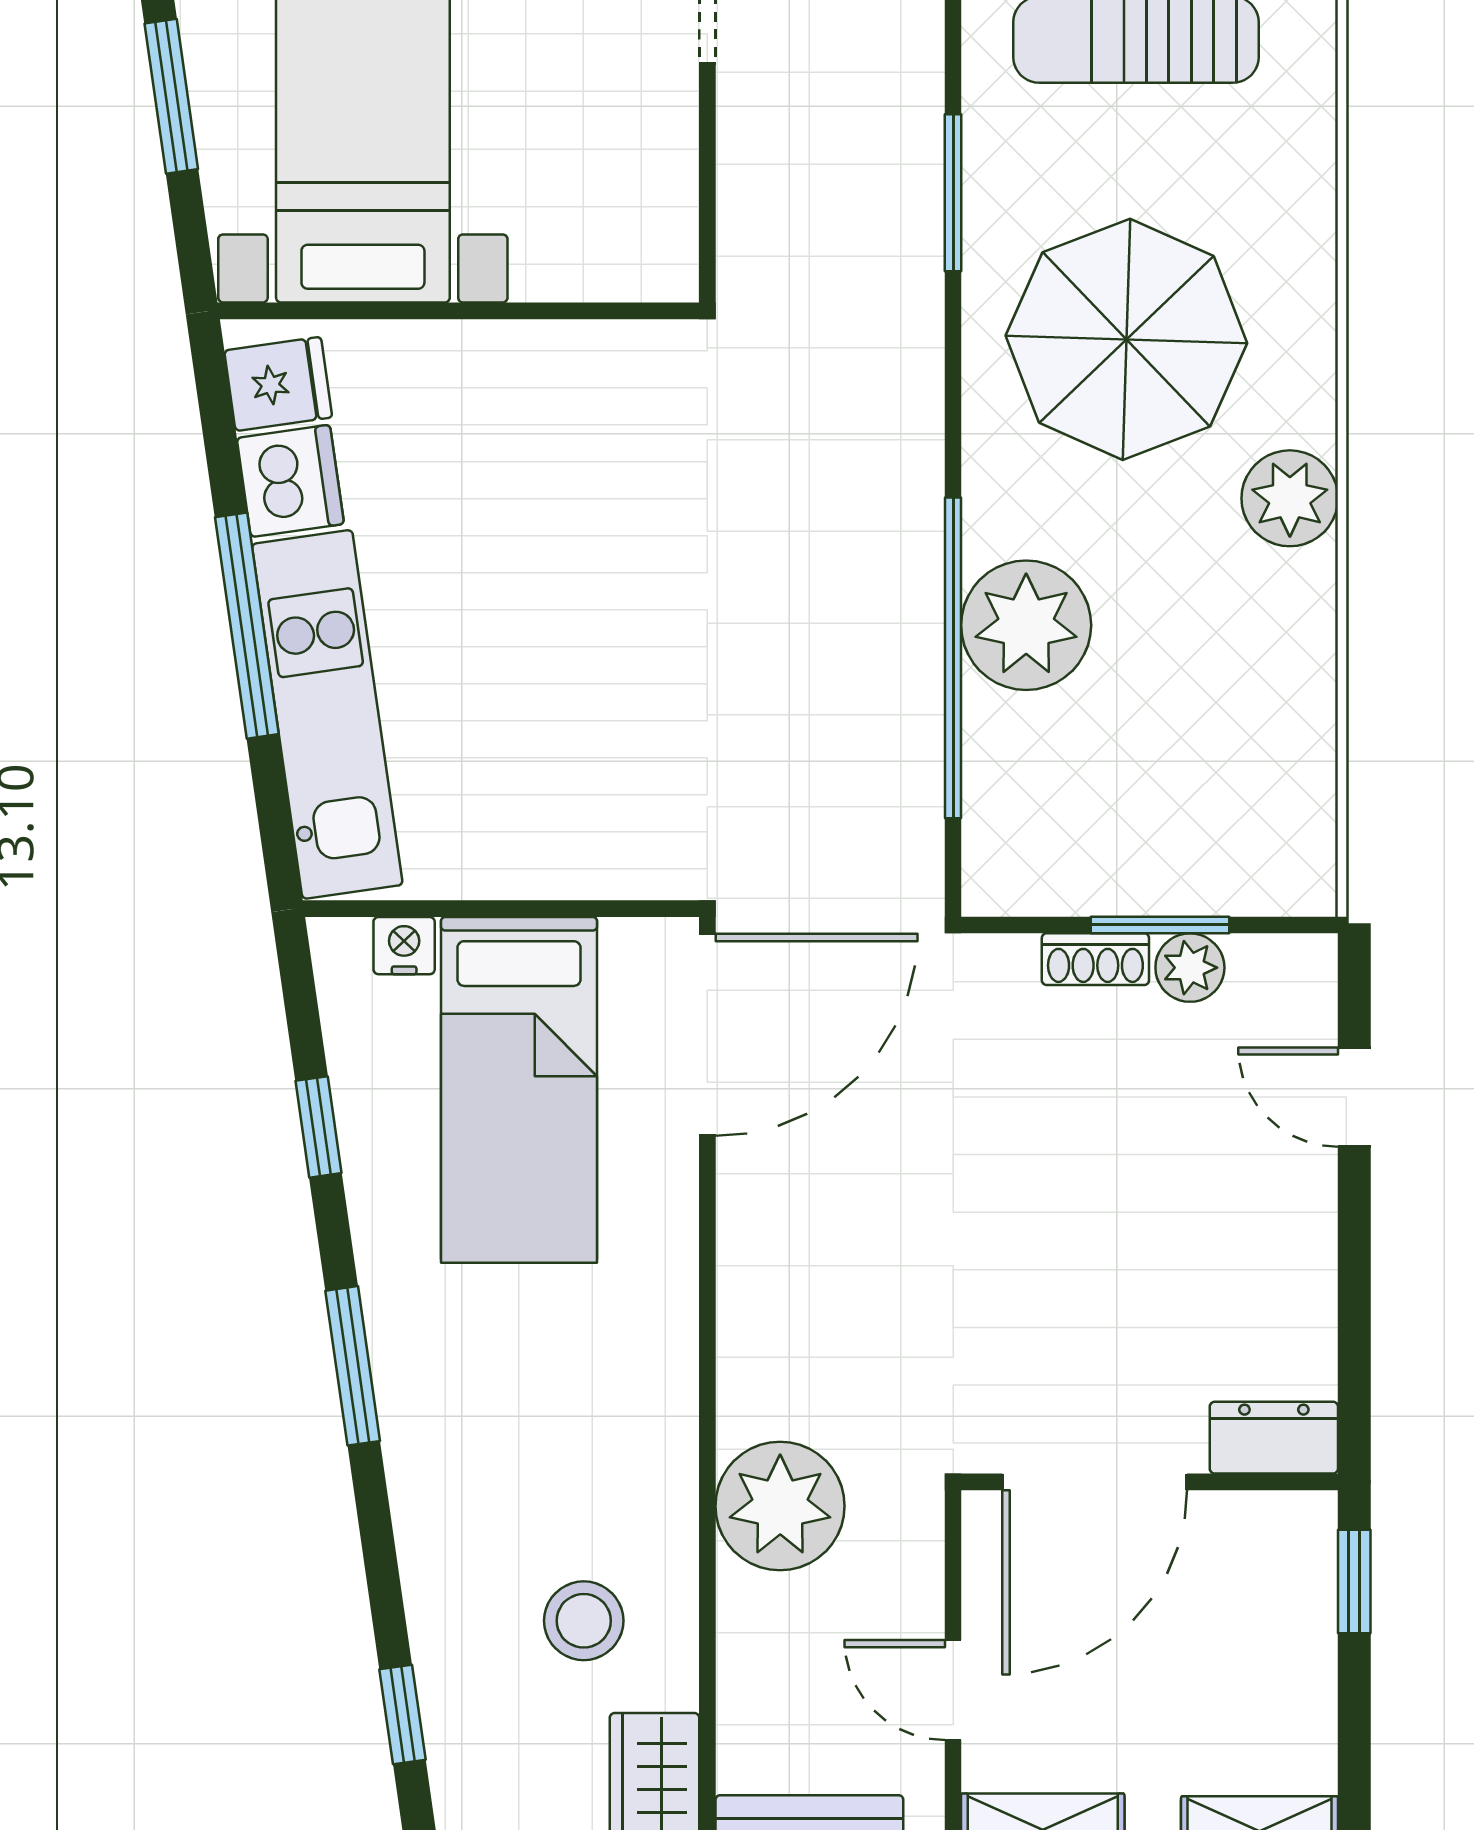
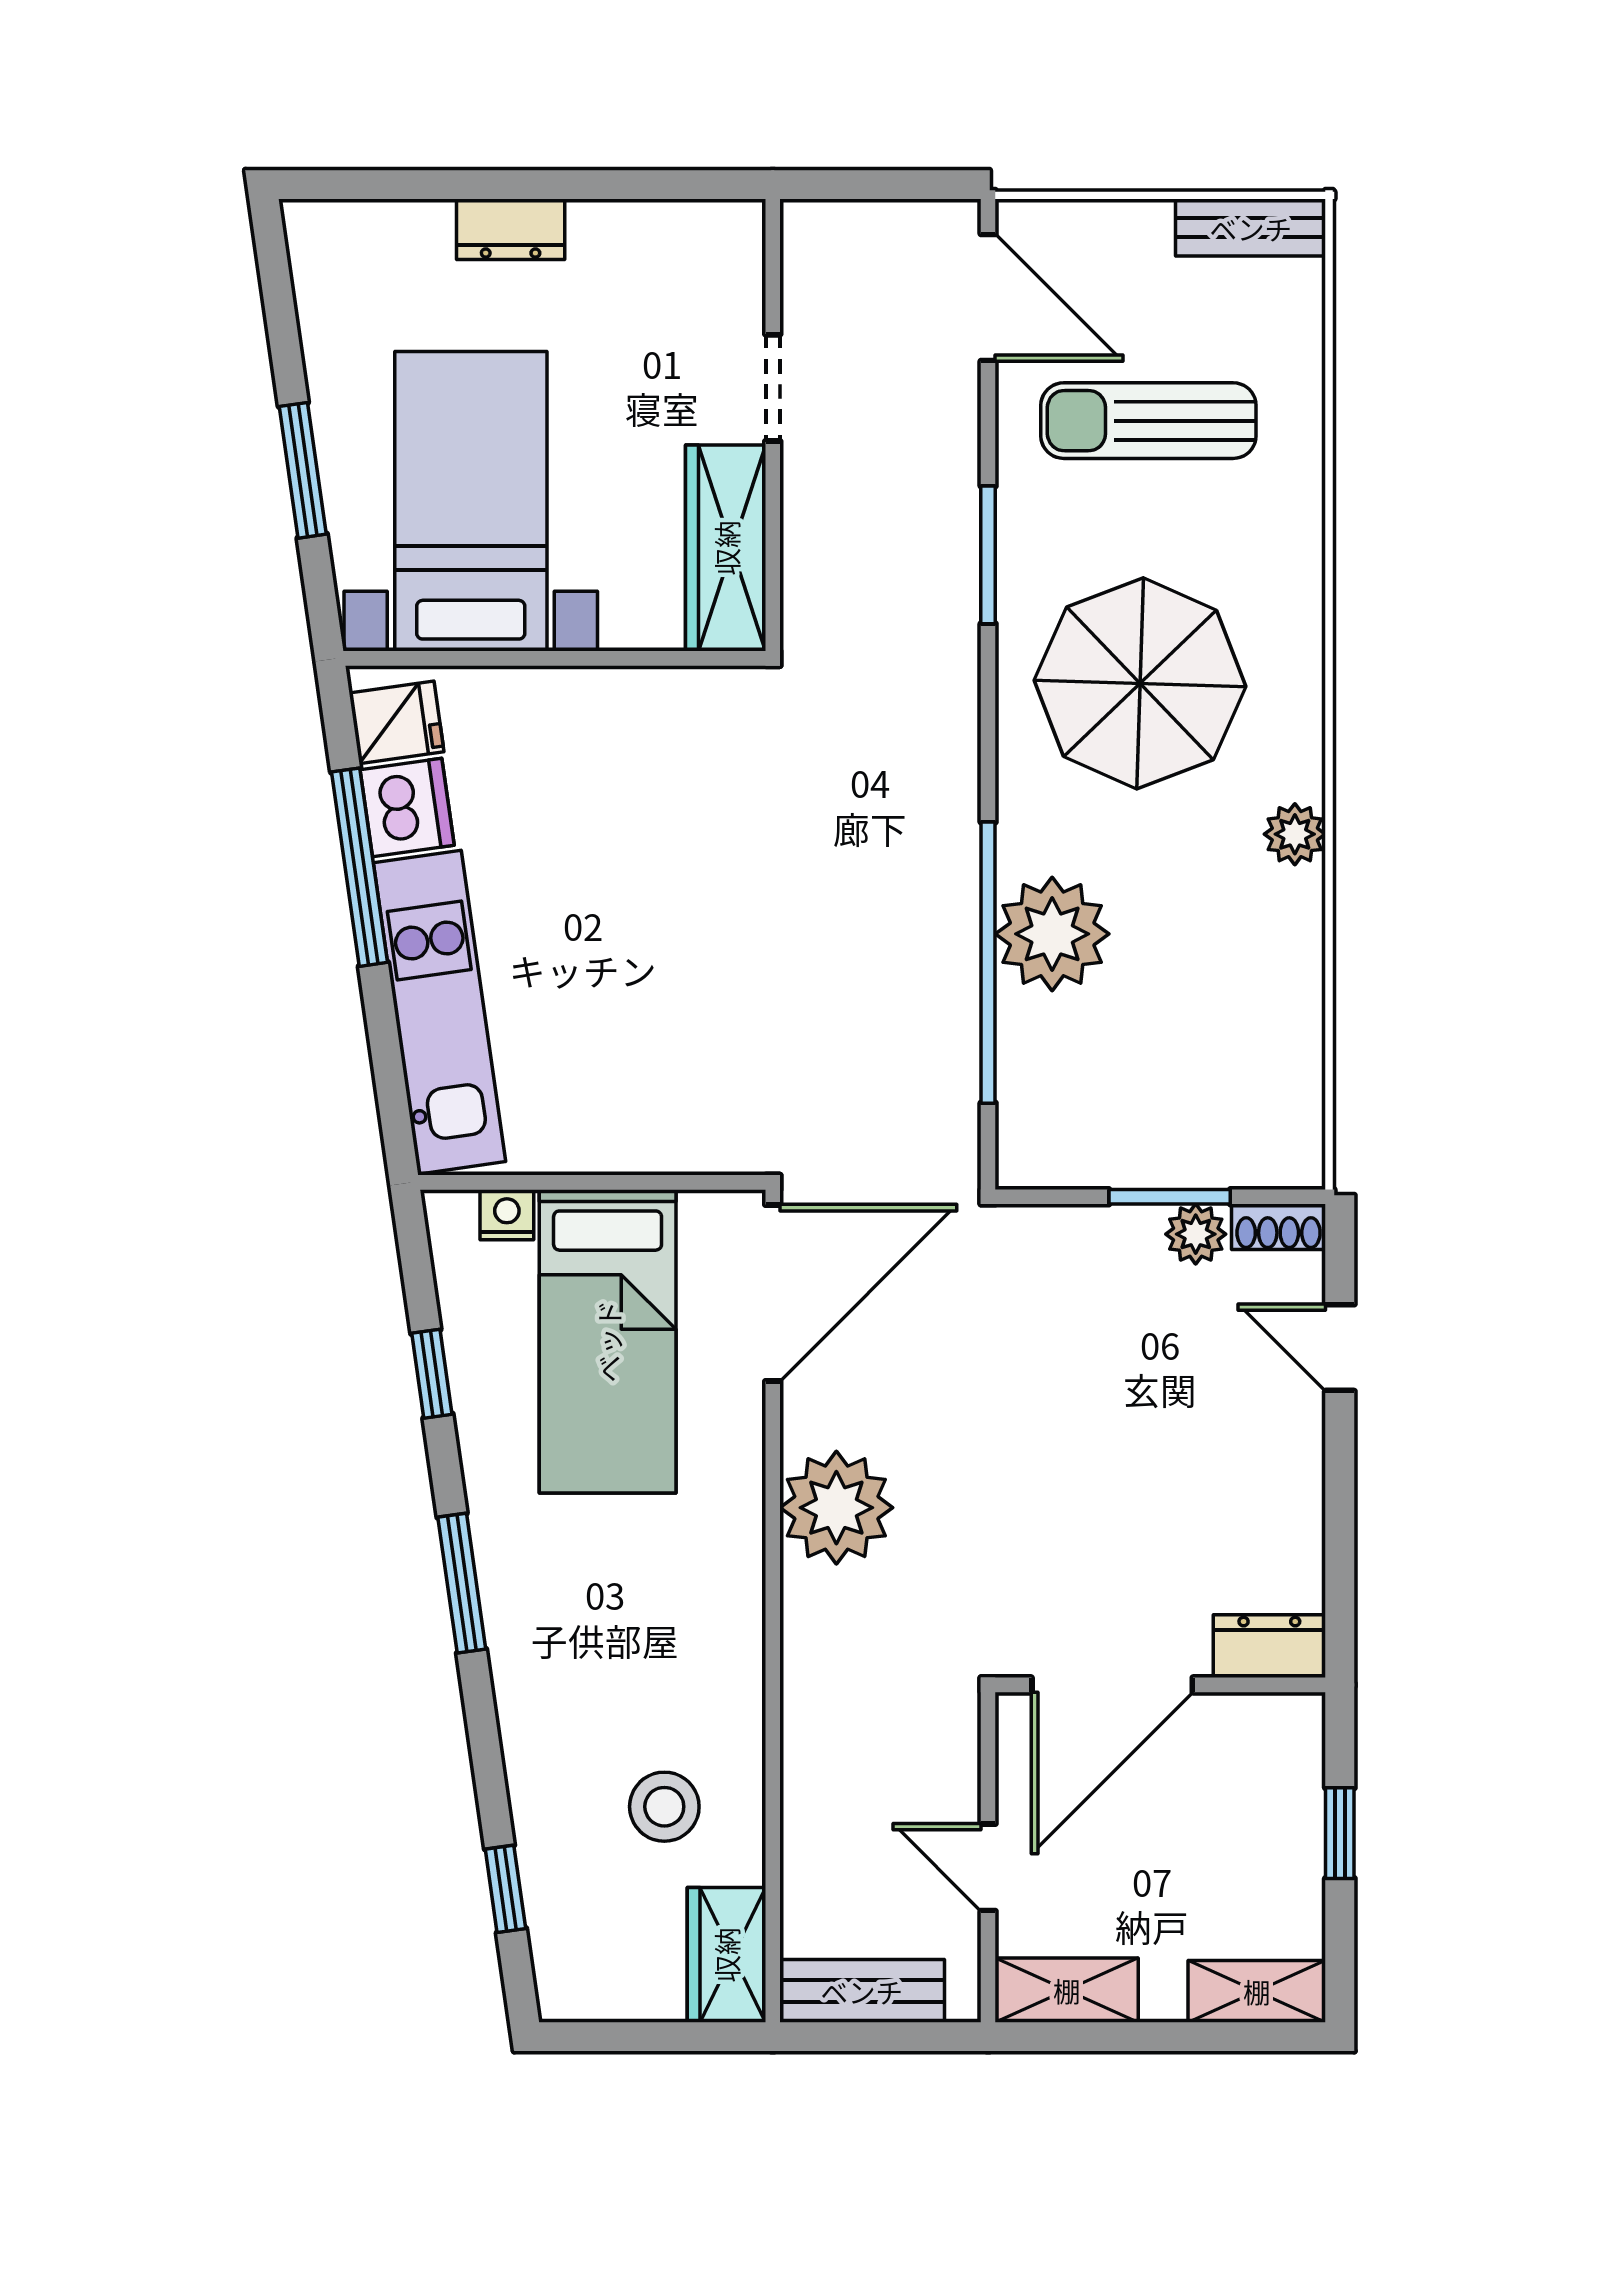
wardrobe: (654, 185) -> (726, 548), added
plant: (1290, 498) -> (1295, 834), width x0.73, depth x0.73
window: (247, 626) -> (359, 867), moved
shoe rack: (1095, 959) -> (1279, 1227), moved
plant: (780, 1506) -> (836, 1508), moved
window: (1354, 1582) -> (1340, 1833), moved

